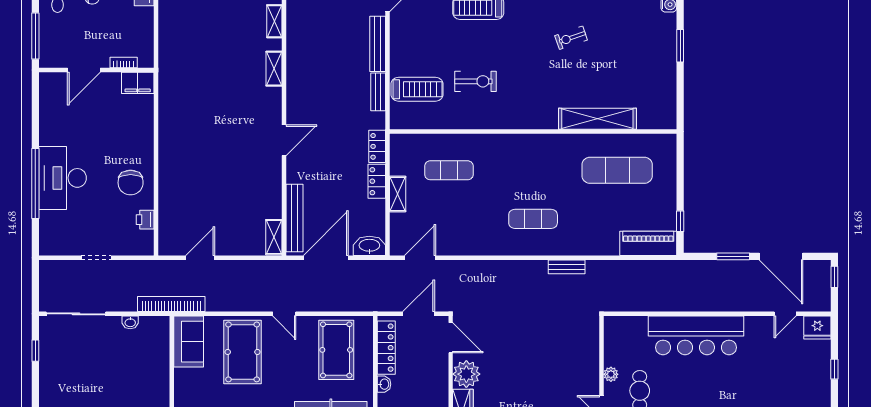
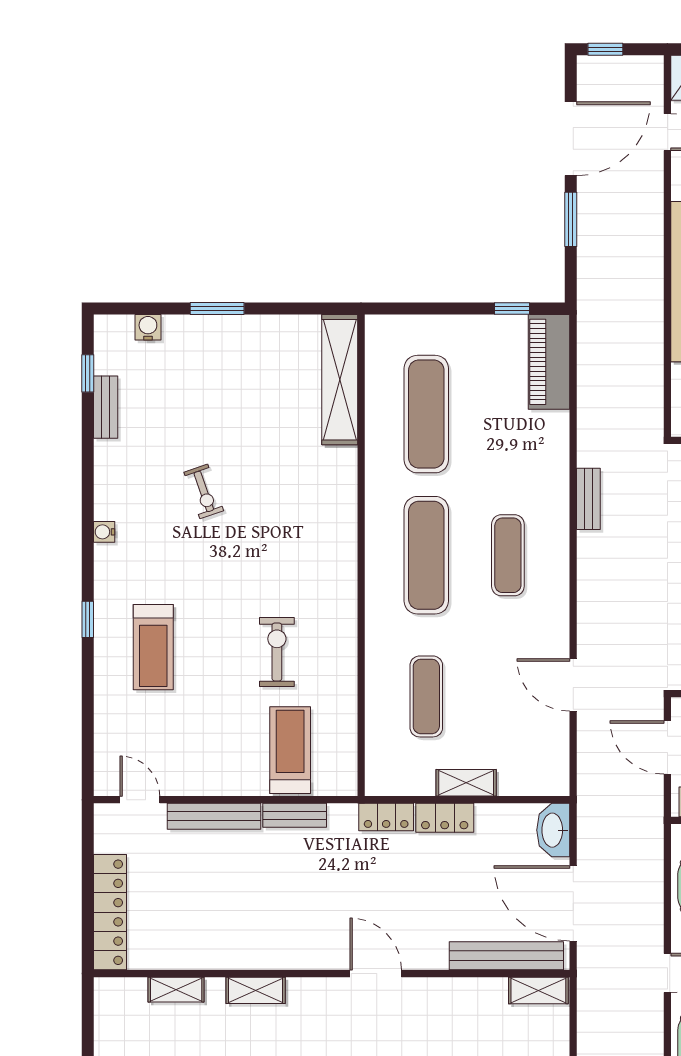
shelving: (597, 119) -> (340, 380), moved
exercise mat: (533, 170) -> (426, 555), added
door: (420, 258) -> (573, 685), moved

